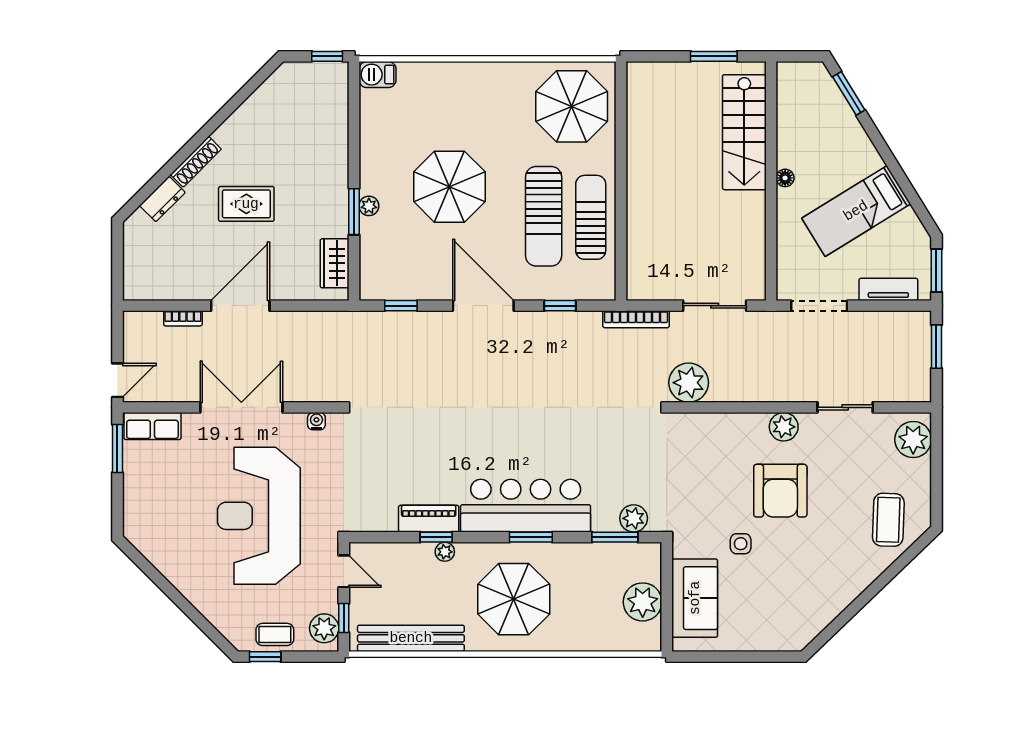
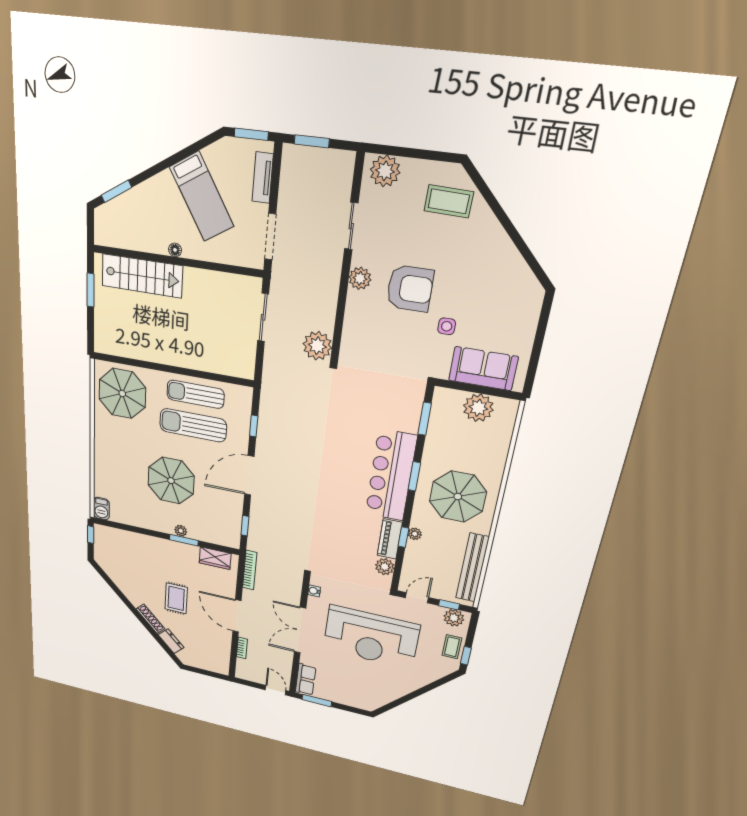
sun lounger: (544, 216) -> (193, 425), turned 180
bookcase: (636, 319) -> (250, 570), moved
plant: (634, 518) -> (385, 567), moved

